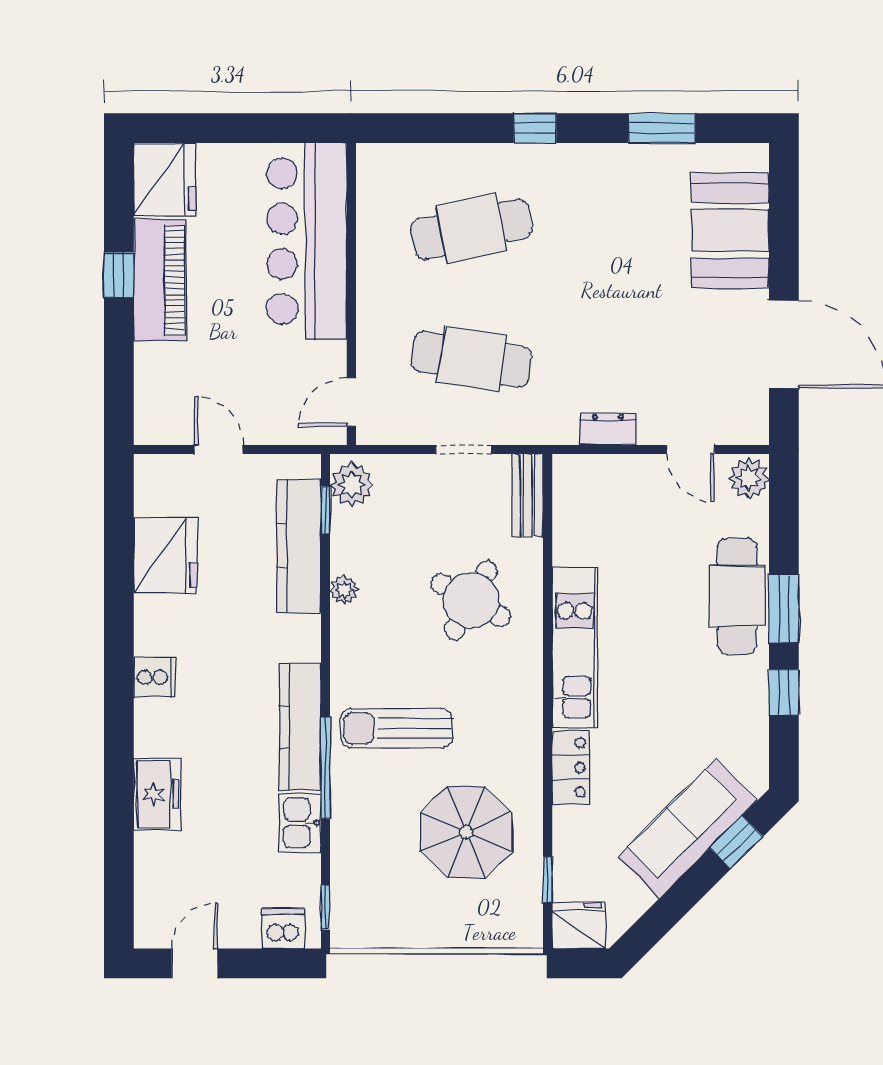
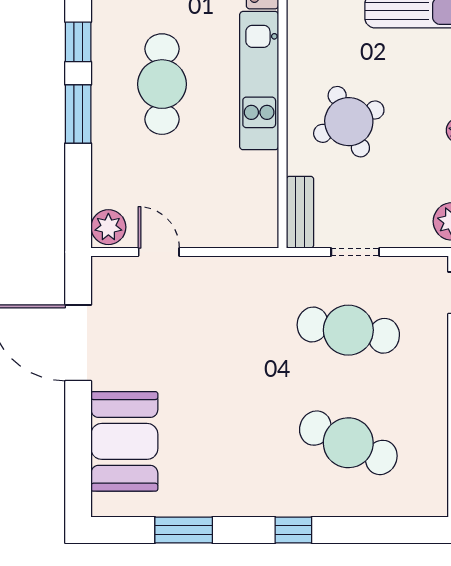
cafe table: (472, 229) -> (348, 443), turned 36
dresser: (608, 429) -> (230, 270), removed
cafe table: (737, 596) -> (162, 84), moved
round table: (471, 600) -> (349, 122), turned 37

